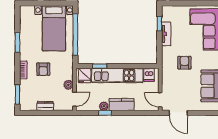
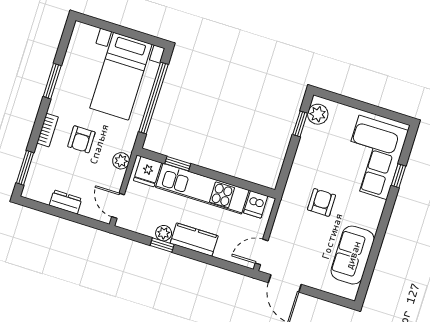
plant: (167, 15) -> (318, 114), added
tv unit: (166, 34) -> (306, 145), removed
plant: (68, 85) -> (121, 161), moved
door: (74, 99) -> (118, 206), swing flipped
door: (160, 100) -> (262, 252), hinge flipped

